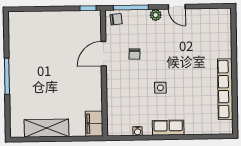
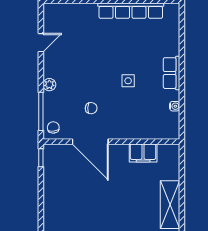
door: (177, 7) -> (41, 43), moved
door: (104, 54) -> (90, 142), width x1.36
filing cabinet: (94, 124) -> (143, 153), moved

